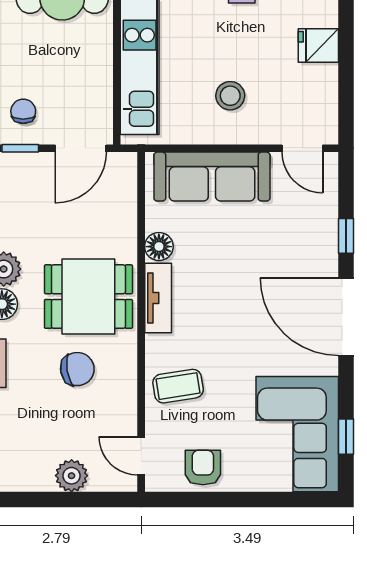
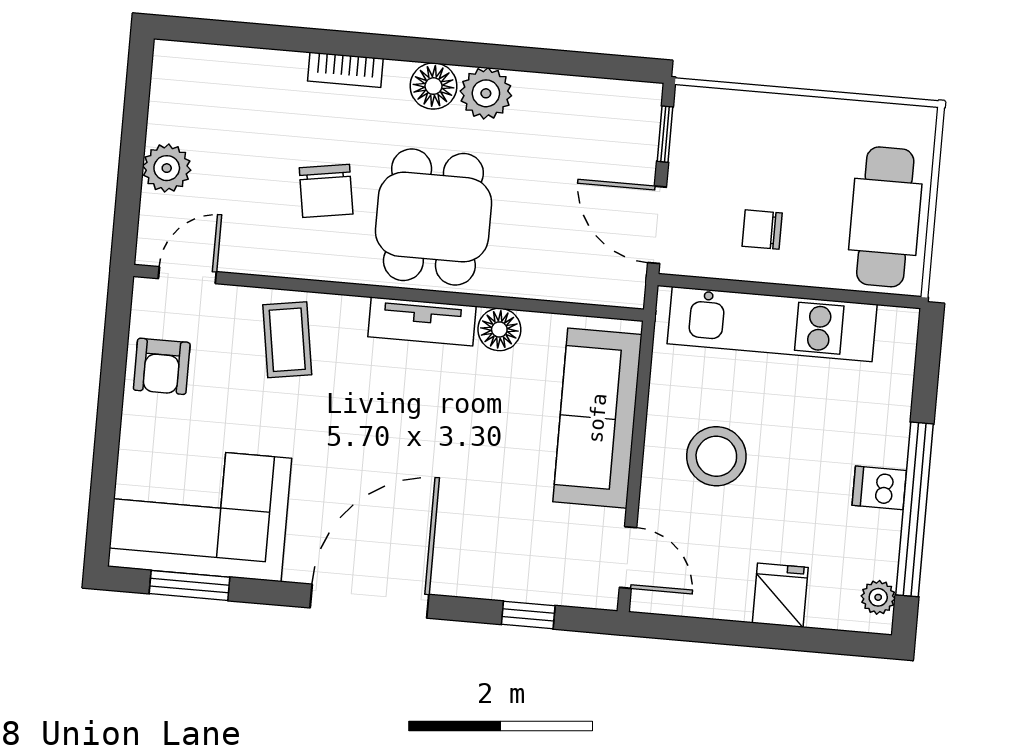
stool: (230, 96) -> (716, 456), width x1.38, depth x1.38
chair: (23, 111) -> (762, 230), moved, turned 180
door: (302, 148) -> (628, 558), swing flipped
window: (346, 236) -> (528, 615), moved
window: (346, 437) -> (189, 585), width x1.50
armchair: (203, 468) -> (162, 366), turned 90

